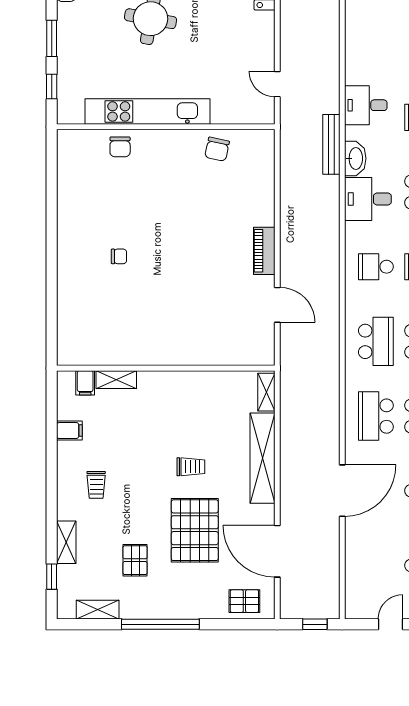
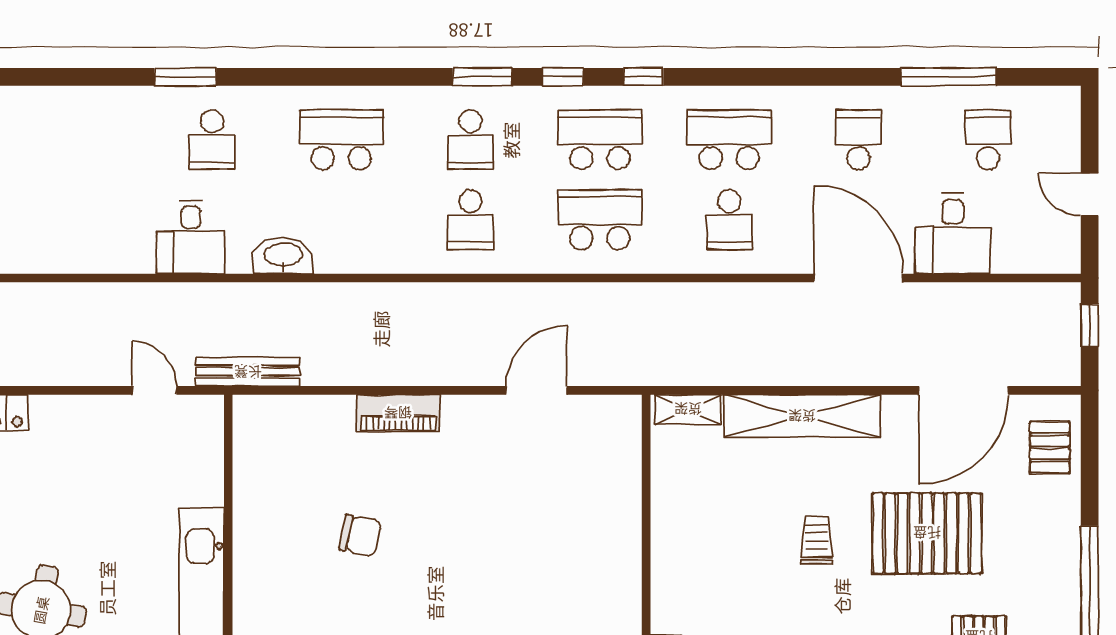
door: (277, 84) -> (154, 390), swing flipped
bench: (331, 144) -> (248, 372), moved
chair: (217, 149) -> (360, 536), moved
desk: (368, 199) -> (953, 233), moved
piano: (264, 251) -> (398, 413), moved
school desk: (376, 416) -> (729, 220), width x0.54

